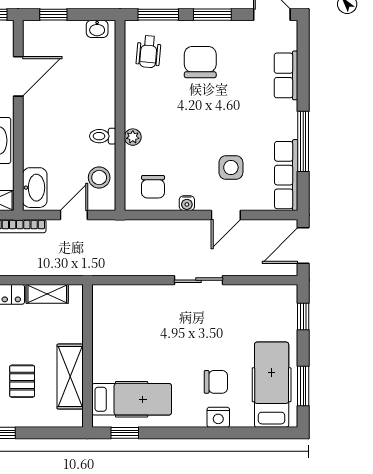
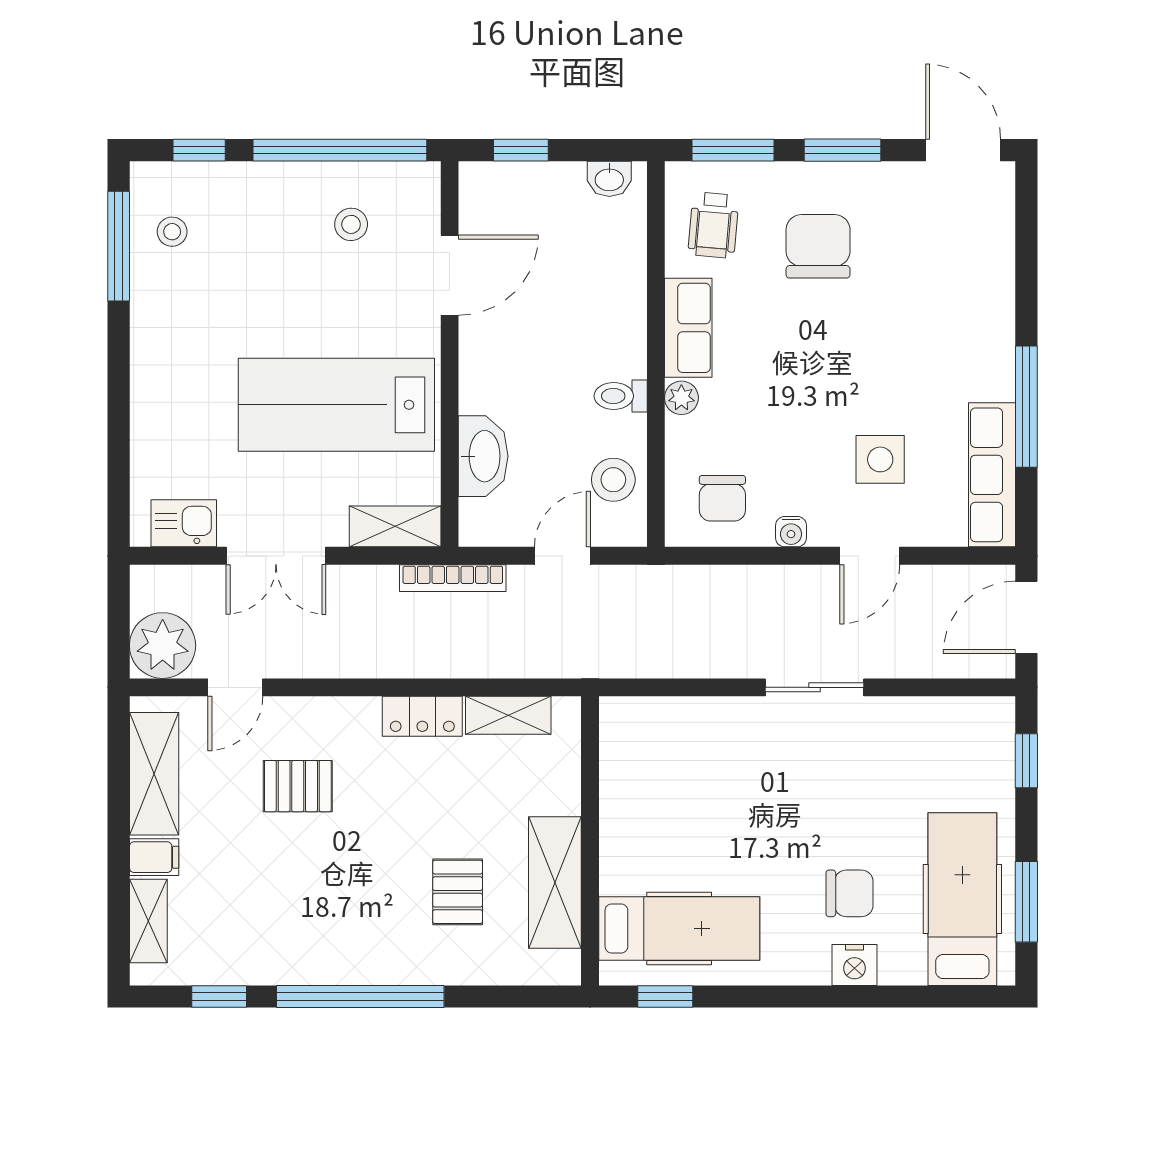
row of seats: (286, 75) -> (688, 328), moved, turned 180
washbasin: (35, 188) -> (483, 456), moved

